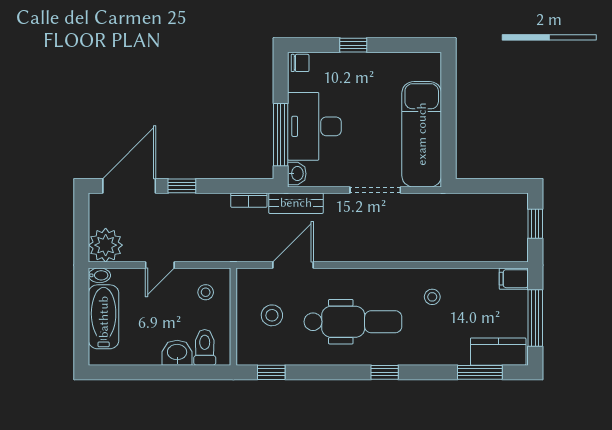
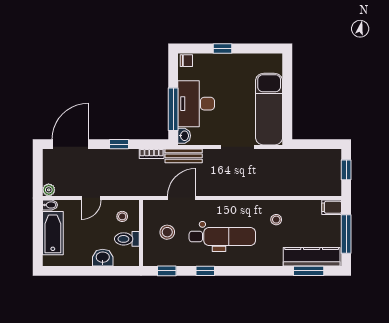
window: (182, 186) -> (119, 144), moved
plant: (106, 245) -> (49, 190), width x0.53, depth x0.53
toilet: (205, 347) -> (127, 239), moved, turned -90
kitchen counter: (498, 352) -> (312, 257), width x1.50
window: (385, 372) -> (205, 271), moved

